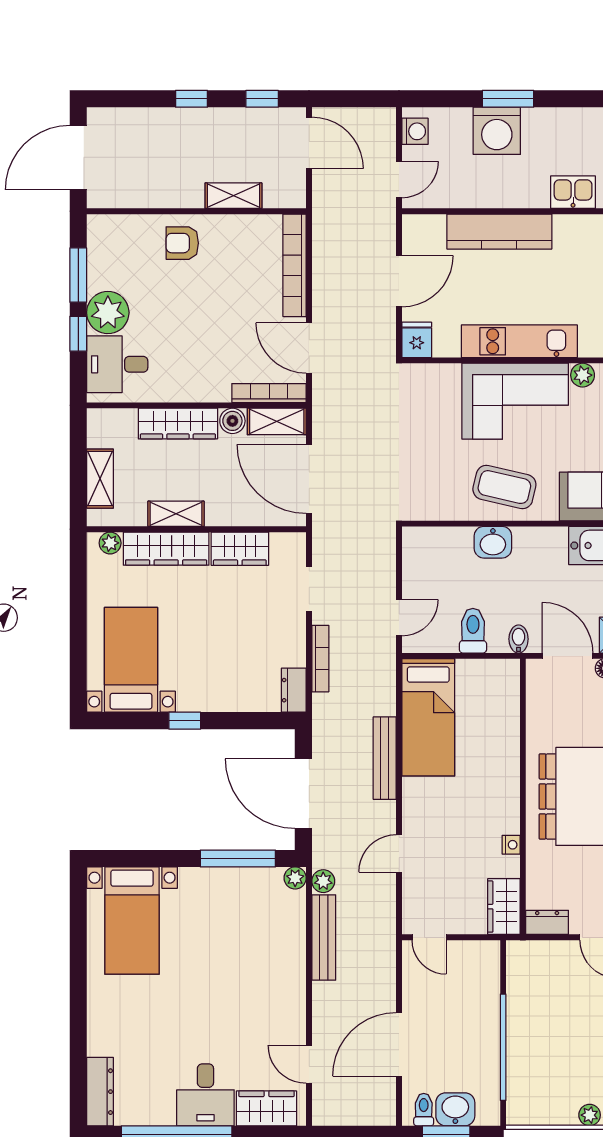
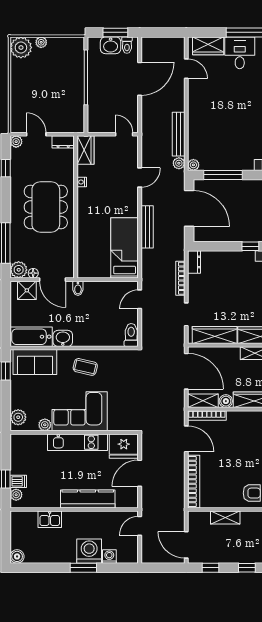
washing machine: (415, 131) -> (109, 557), moved, turned 90
fridge: (417, 340) -> (124, 446), width x1.88, depth x1.34
coffee table: (504, 487) -> (85, 367), width x0.73, depth x0.77
washbasin: (493, 542) -> (63, 338), moved
wardrobe: (240, 549) -> (215, 335), width x1.50
toilet: (473, 631) -> (131, 335), moved, turned 180

